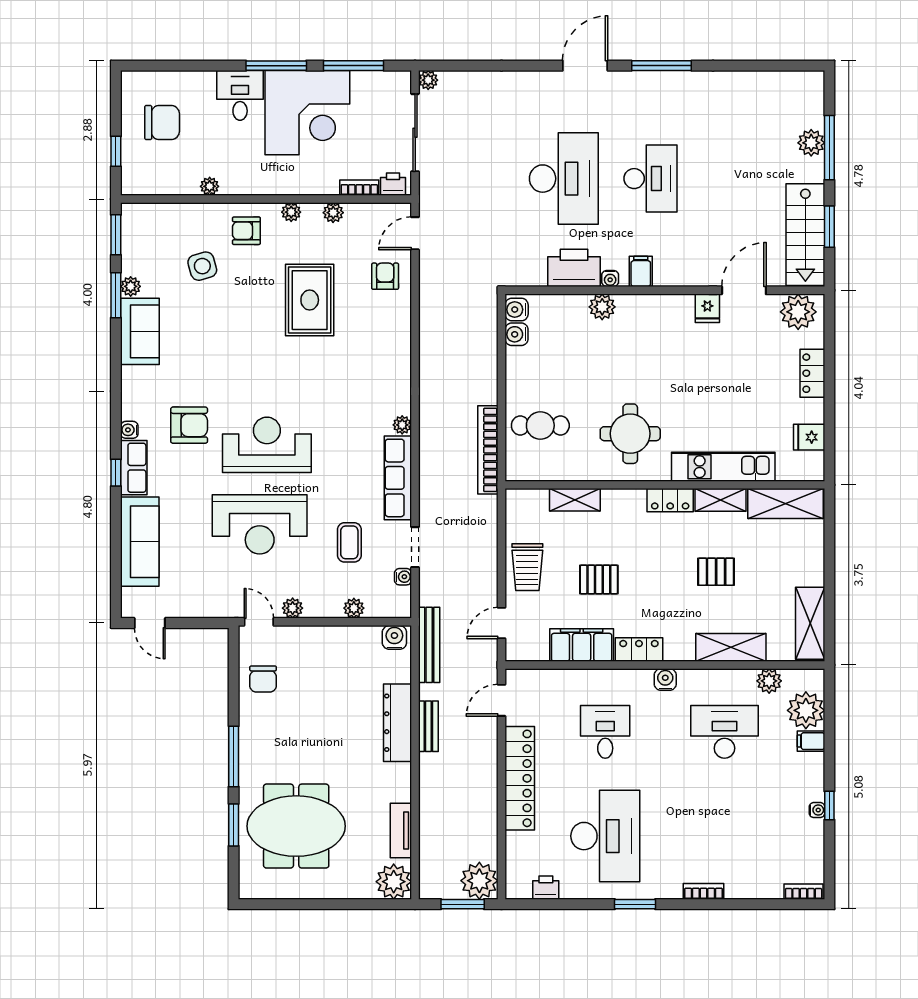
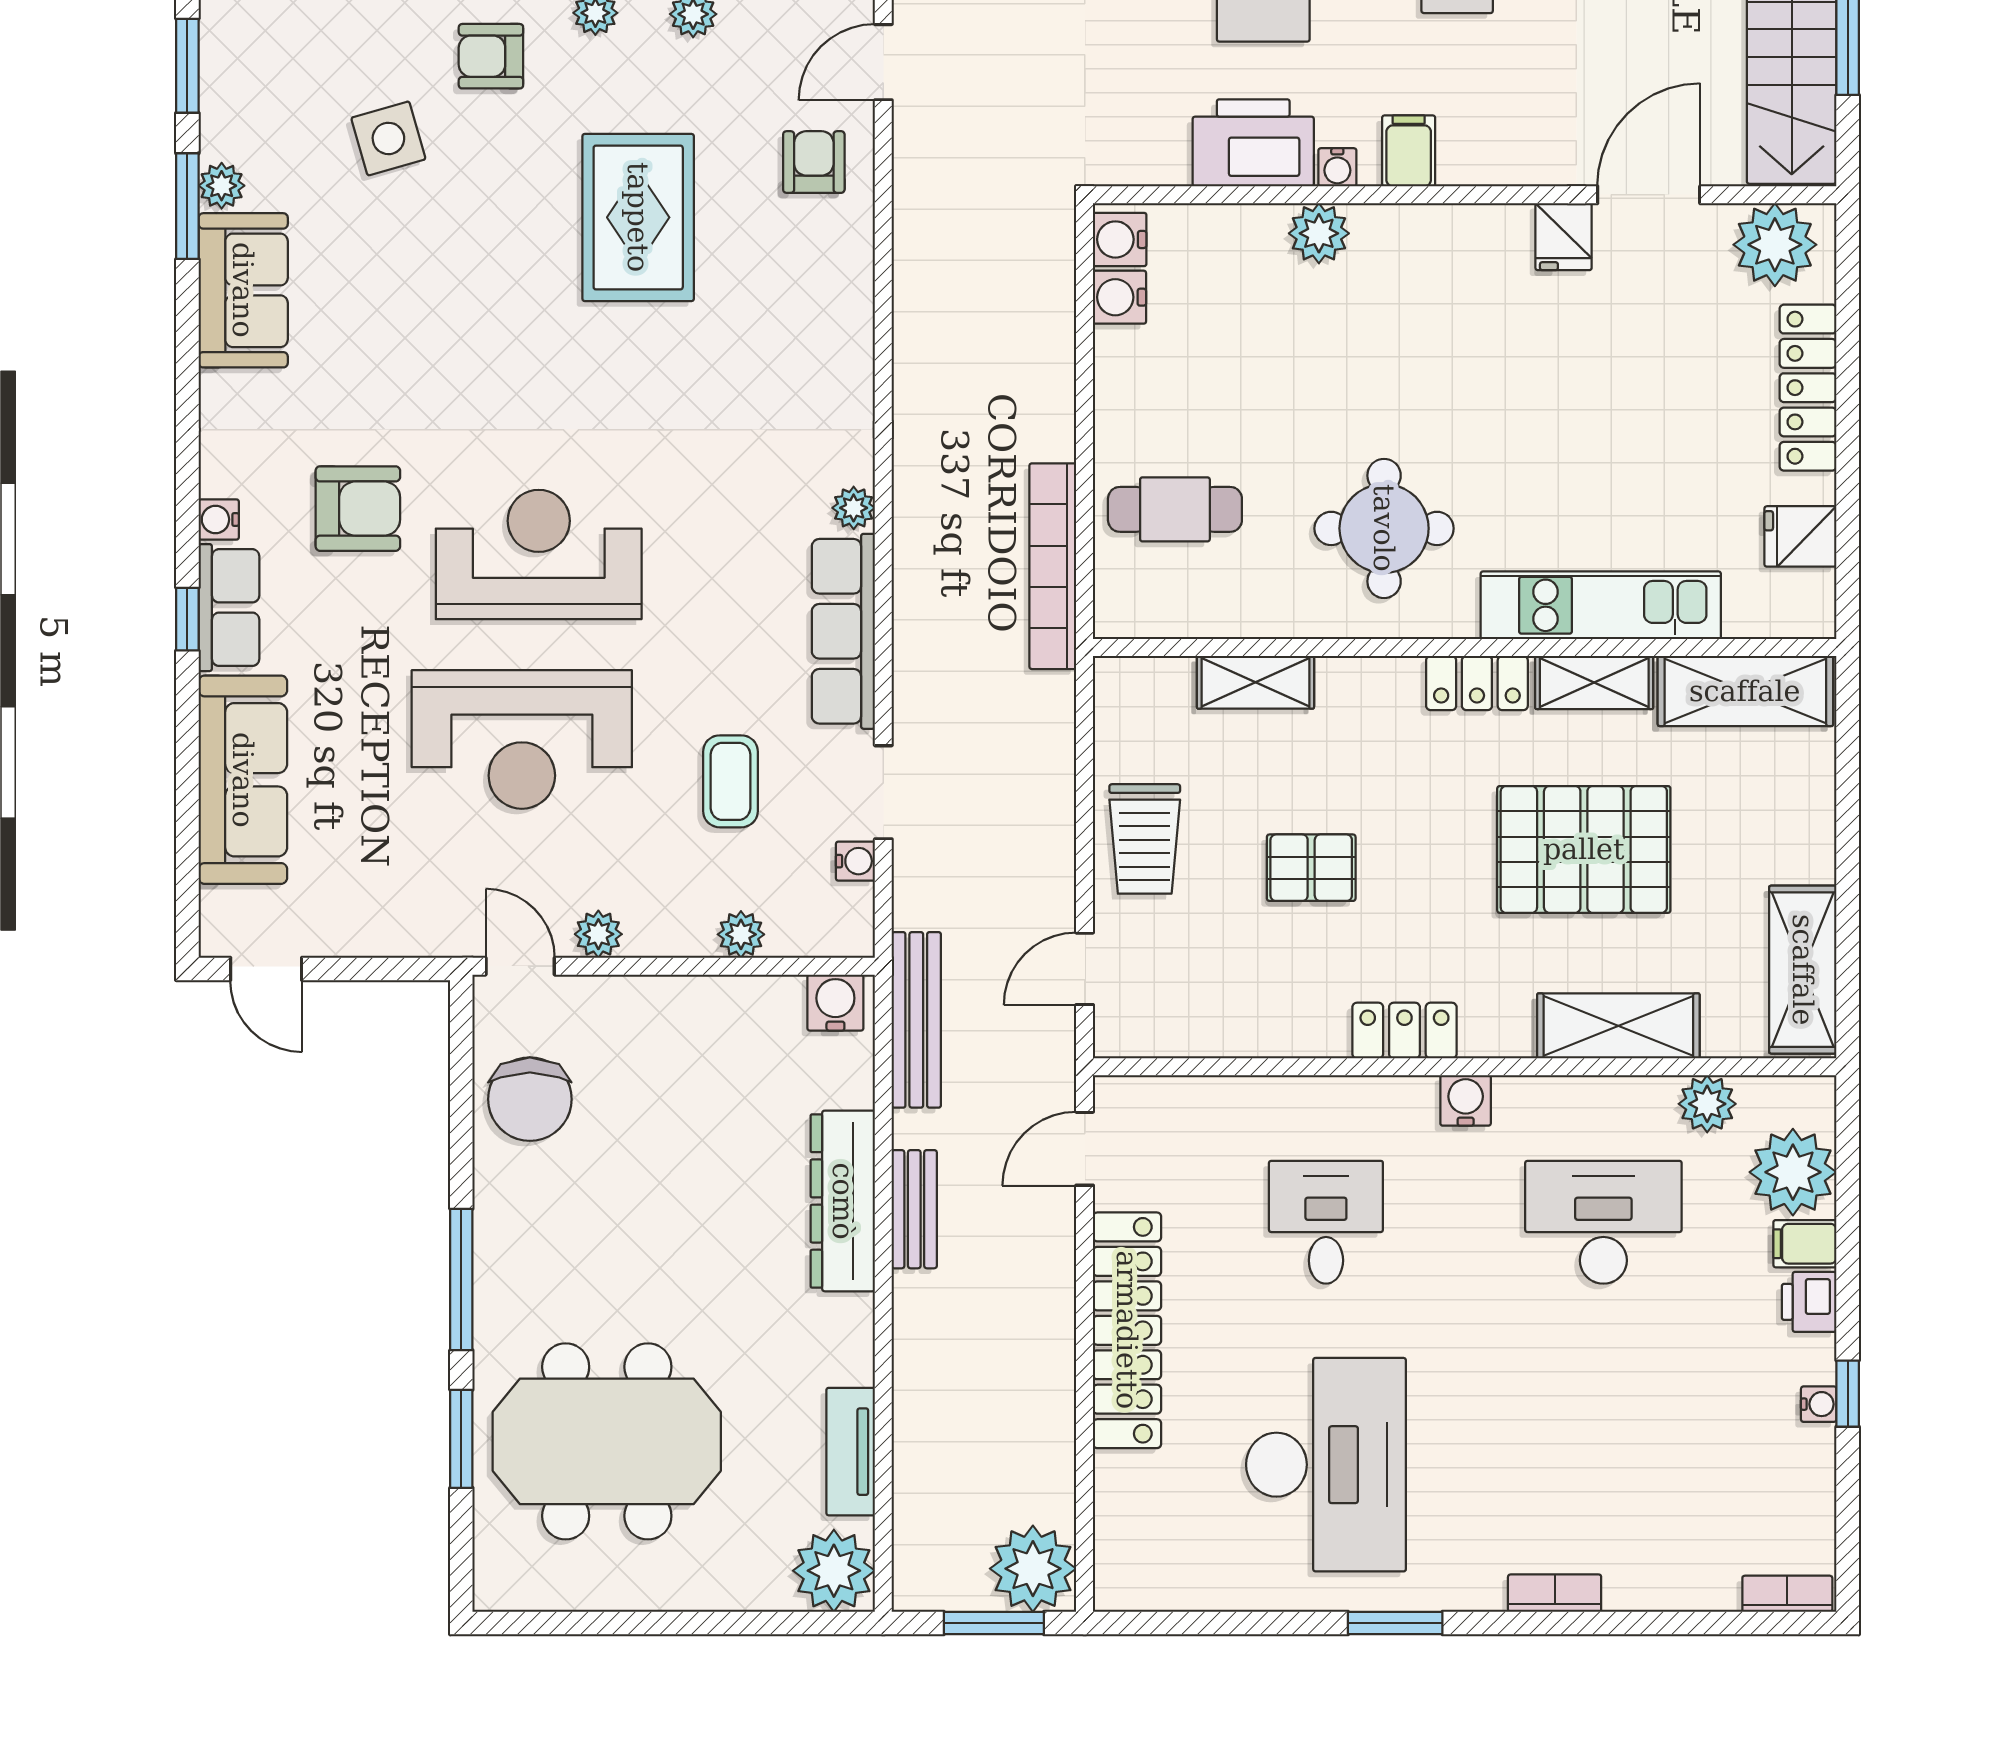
locker: (812, 373) -> (1808, 388), width x1.53
pallet: (716, 572) -> (1584, 849), width x2.05, depth x2.00
filing cabinet: (582, 645) -> (1271, 1020), removed
chair: (263, 679) -> (530, 1099), width x1.37, depth x1.37
printer: (546, 888) -> (1809, 1302), moved, turned -90

